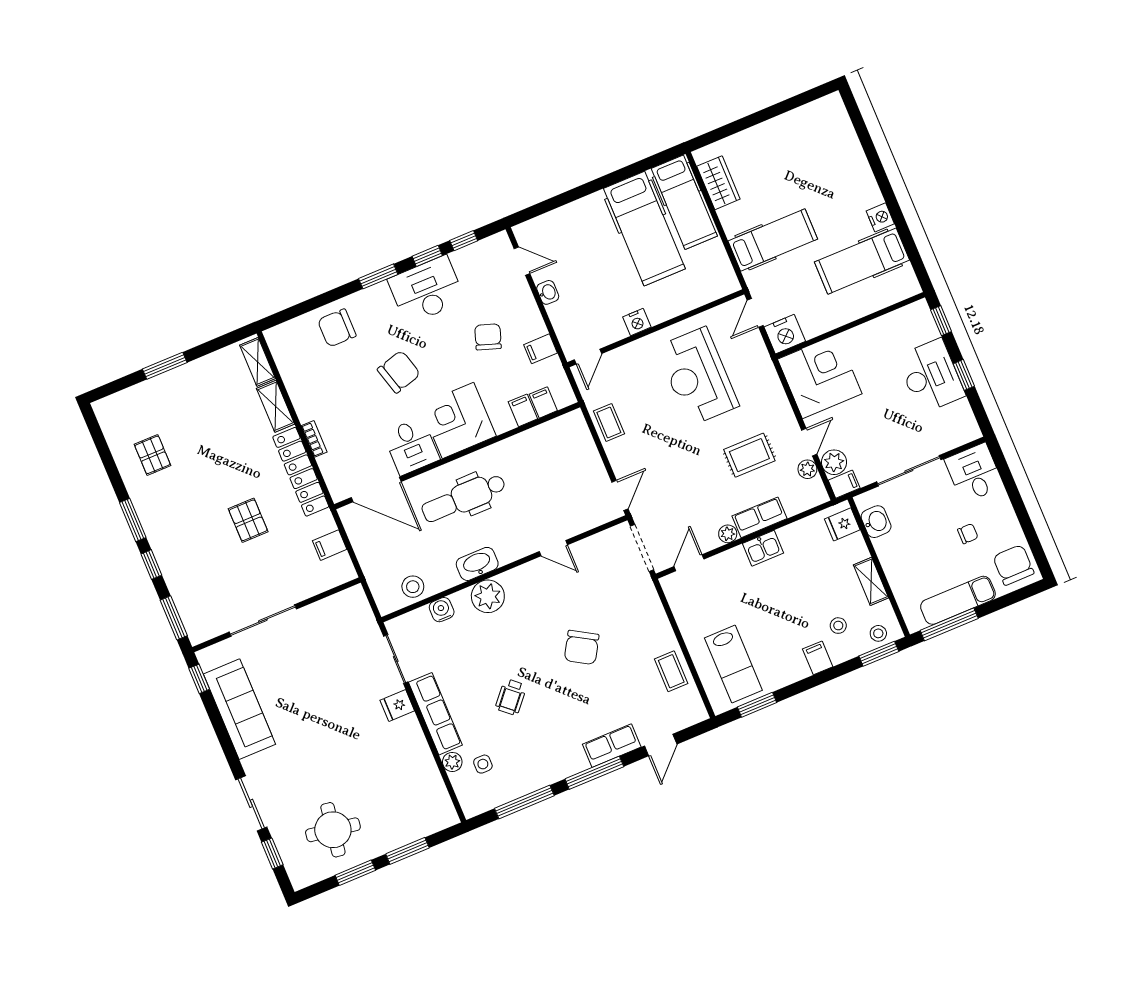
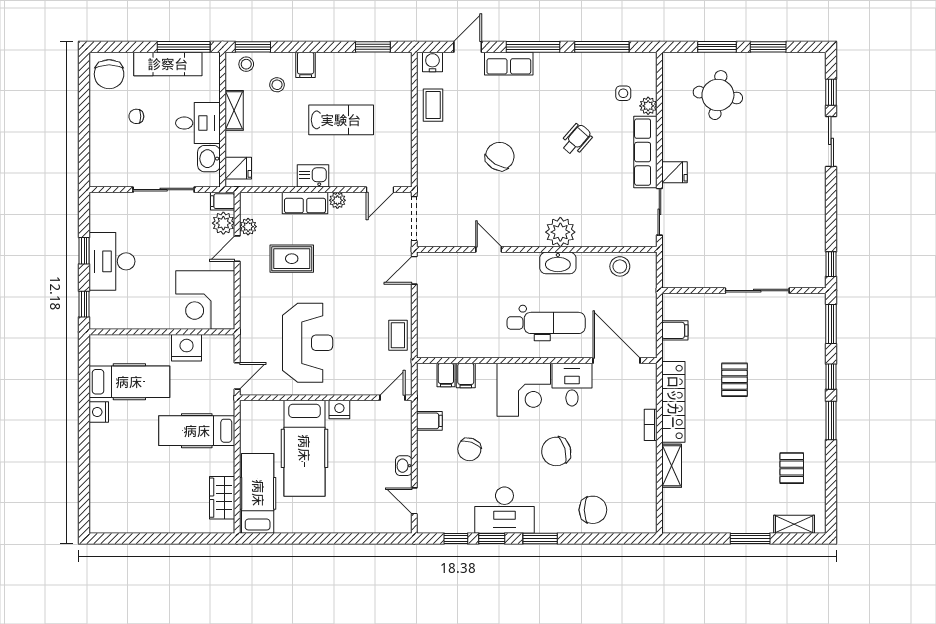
hospital bed: (644, 229) -> (304, 448), moved, turned 180
nightstand: (785, 334) -> (187, 348), moved
shelving: (258, 362) -> (794, 524), moved, turned 90
desk: (974, 473) -> (198, 123), moved, turned -90
water cooler: (442, 610) -> (432, 62), moved, turned 180
lab bench: (733, 664) -> (341, 120), moved, turned 90
sofa: (239, 709) -> (808, 225), removed
round table: (333, 830) -> (718, 95), moved

